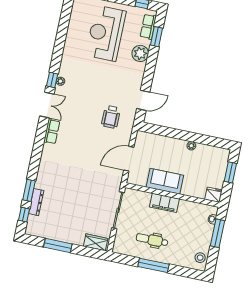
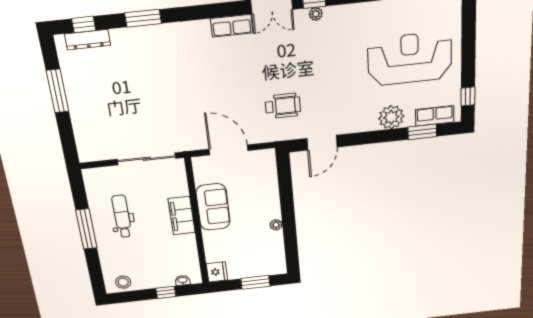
door: (143, 100) -> (322, 143), hinge flipped
wheelchair: (111, 117) -> (283, 106), turned 180
window: (29, 190) -> (143, 18), moved
dresser: (36, 202) -> (88, 40), moved
window: (218, 233) -> (166, 292), width x0.46
wardrobe: (96, 242) -> (86, 143), removed

